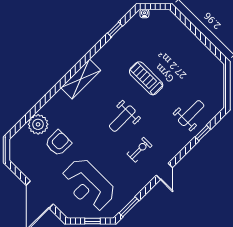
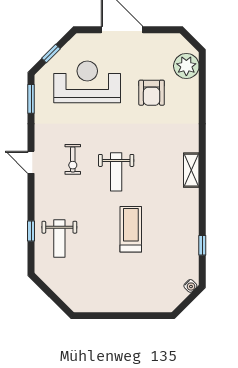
treadmill: (146, 78) -> (131, 229), turned -90
shelving: (81, 79) -> (191, 170), width x0.67, depth x0.75
weight bench: (122, 119) -> (116, 172), turned 180
plant: (38, 124) -> (186, 66), moved

